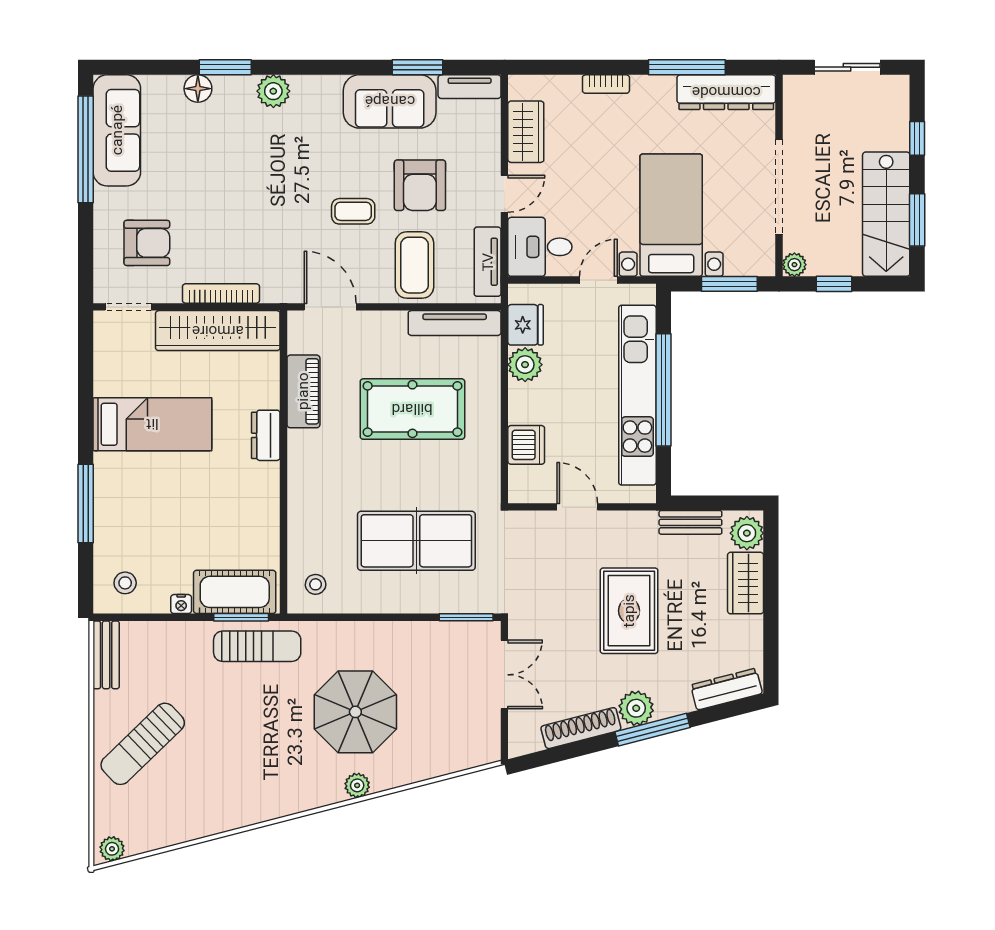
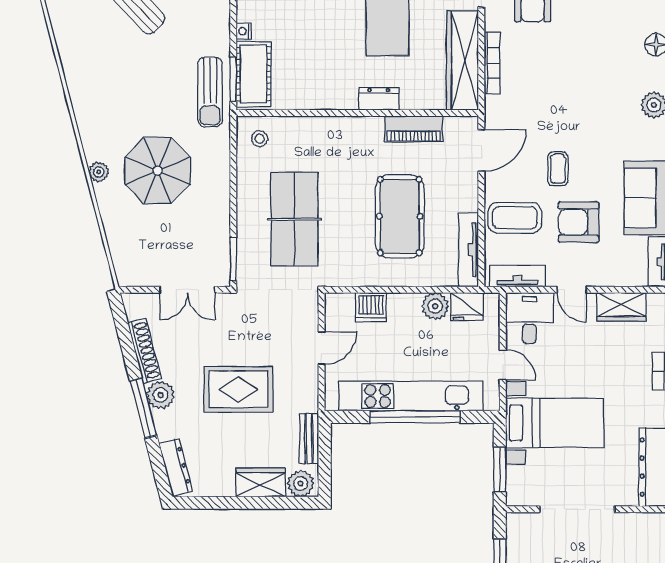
plant: (794, 265) -> (515, 522), removed

